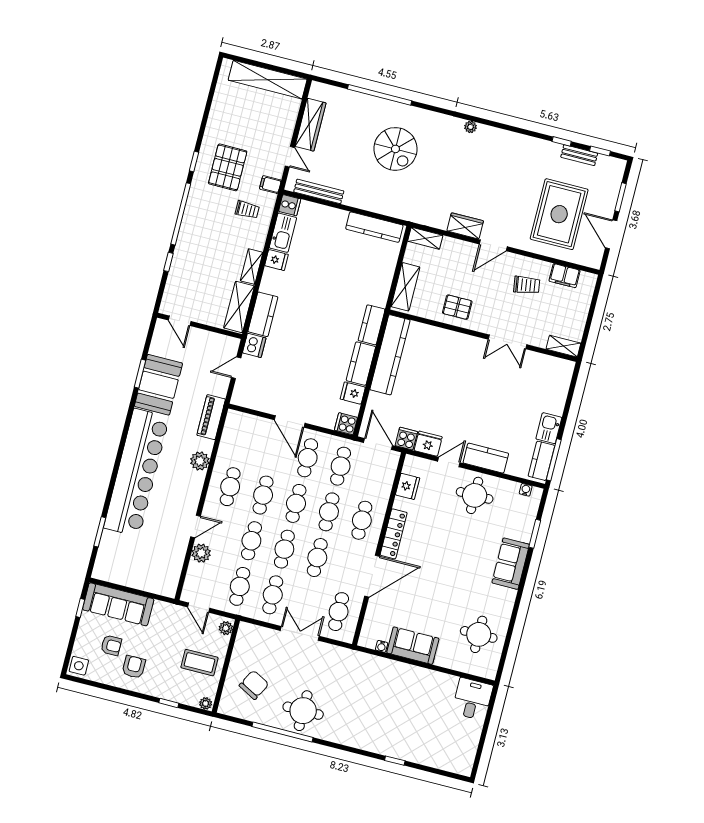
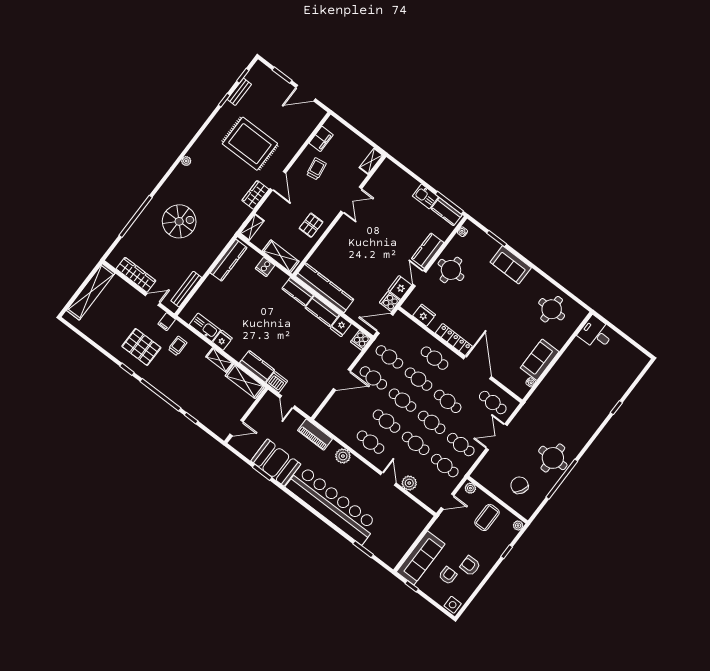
cooker: (290, 205) -> (265, 267), moved, turned 180
rug: (559, 214) -> (250, 144), moved

